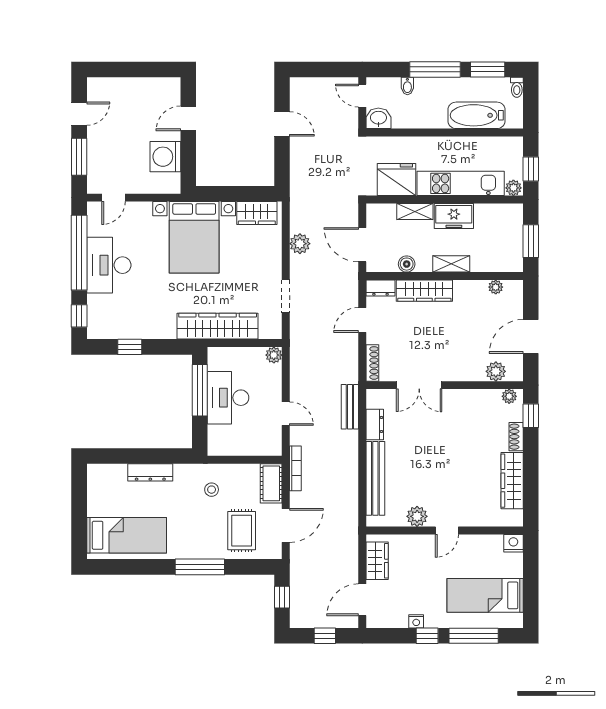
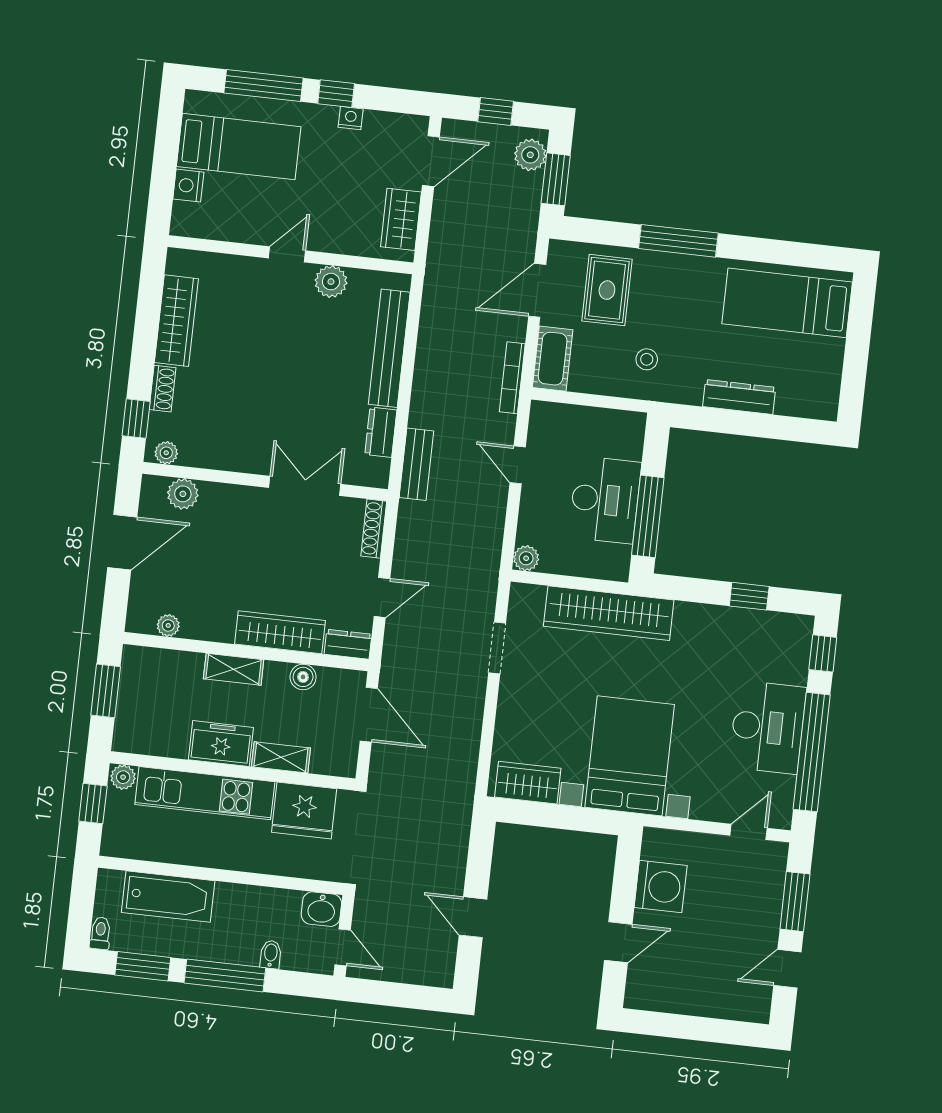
plant: (300, 244) -> (530, 155), moved
nightstand: (513, 543) -> (188, 186), moved, turned 90
window: (282, 597) -> (556, 179), width x1.50

